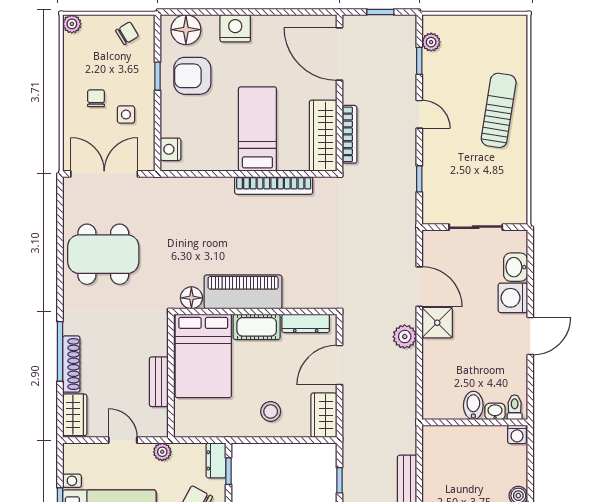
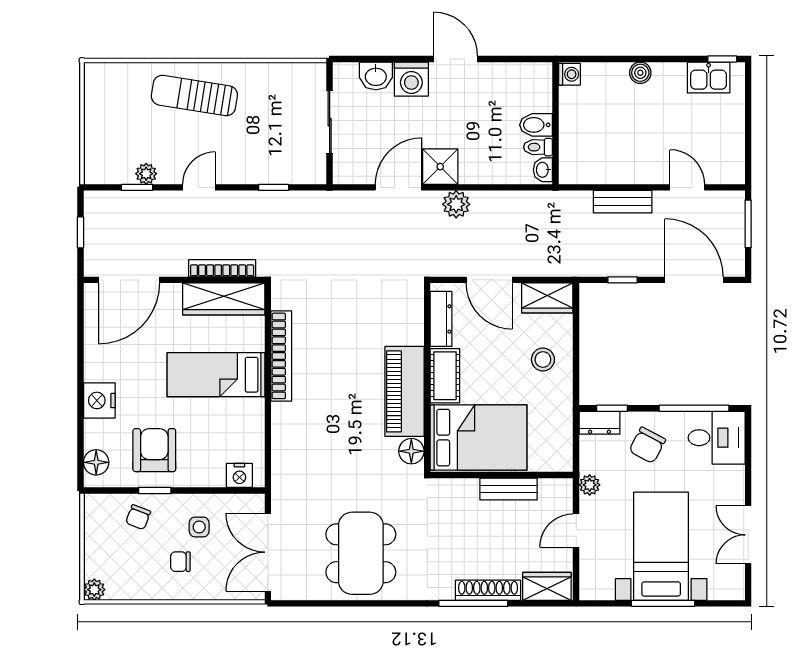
floor lamp: (186, 30) -> (96, 462), width x0.73, depth x0.73
chair: (127, 33) -> (138, 517), moved, turned -128
plant: (431, 42) -> (146, 174), moved
armchair: (192, 76) -> (154, 450), turned 180
toilet: (515, 407) -> (538, 147), moved
washbasin: (495, 411) -> (543, 170), moved

